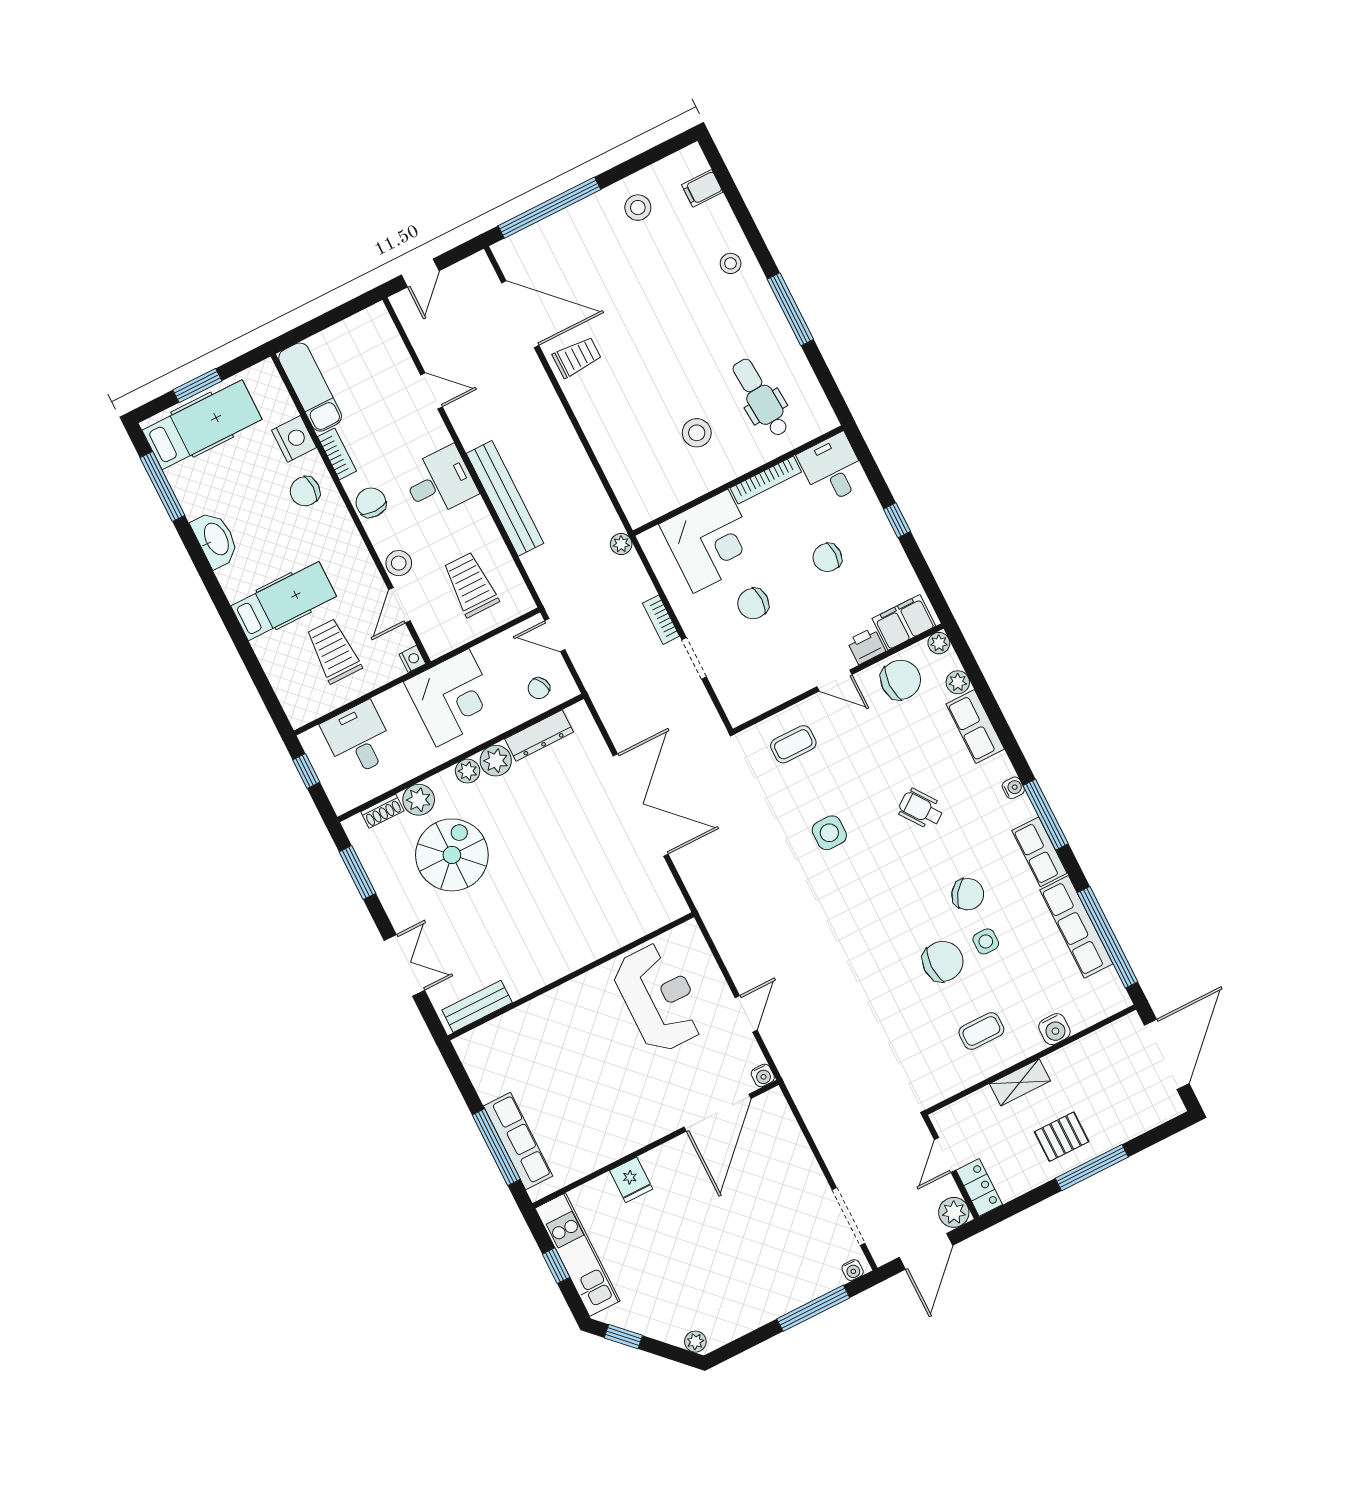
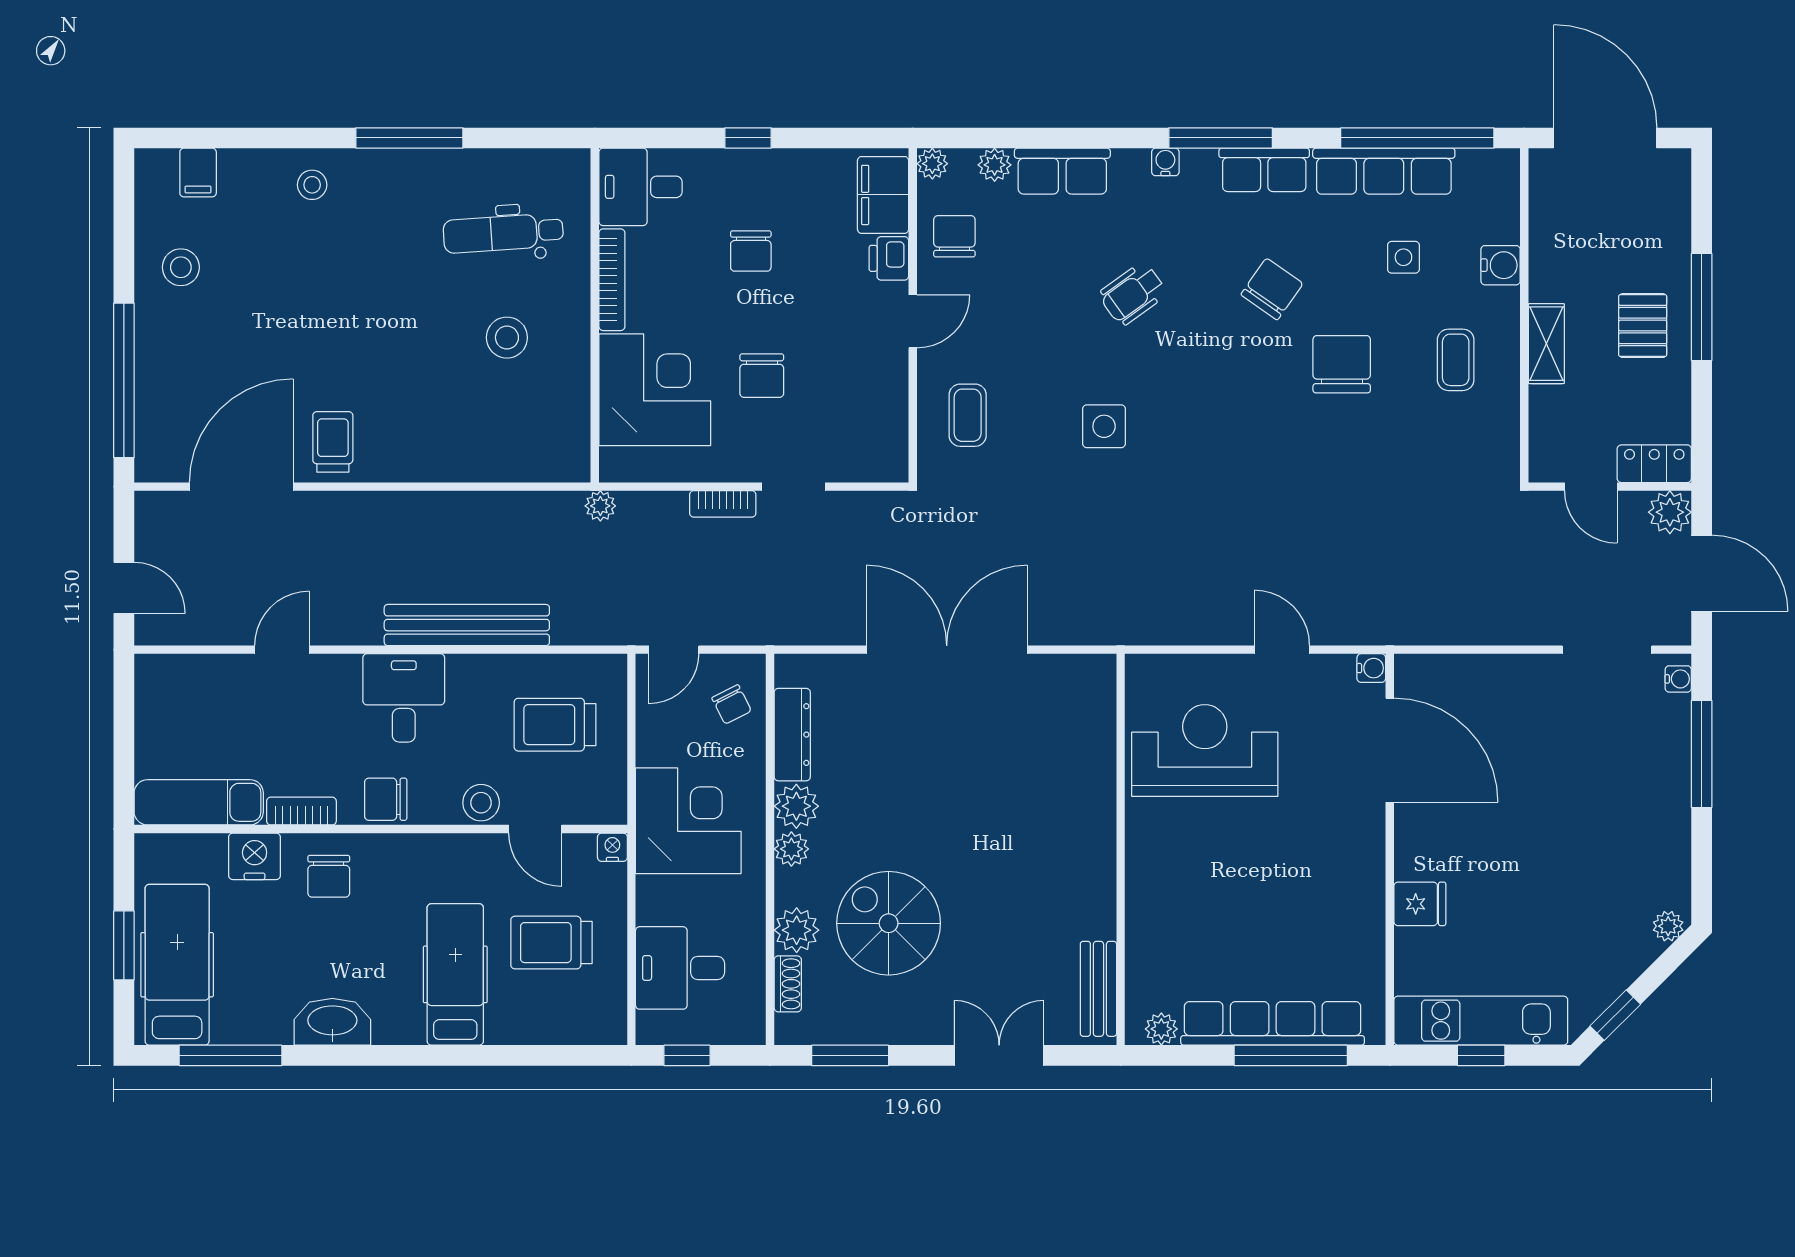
chair: (901, 680) -> (954, 236), width x0.73, depth x0.73
side table: (986, 941) -> (1403, 257), moved
plant: (472, 1058) -> (1161, 1029), added
row of seats: (518, 1141) -> (1273, 1023), width x1.36

